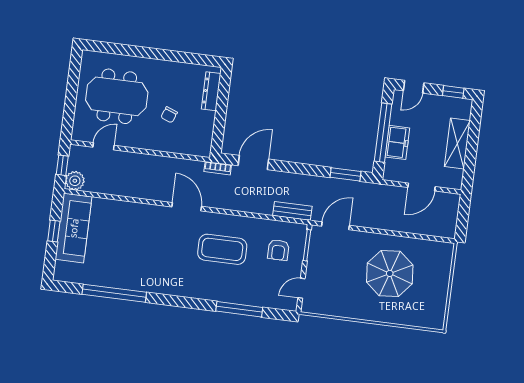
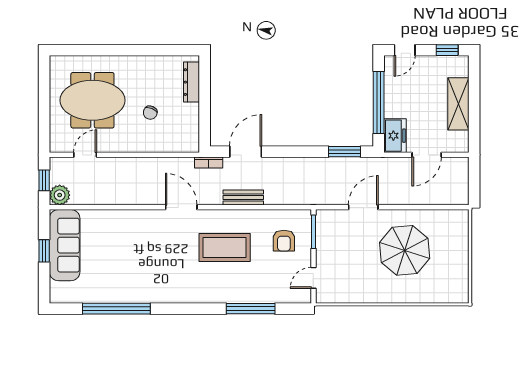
freezer: (397, 142) -> (395, 136), moved
bench: (292, 211) -> (243, 198), moved
door: (336, 226) -> (363, 207), moved

